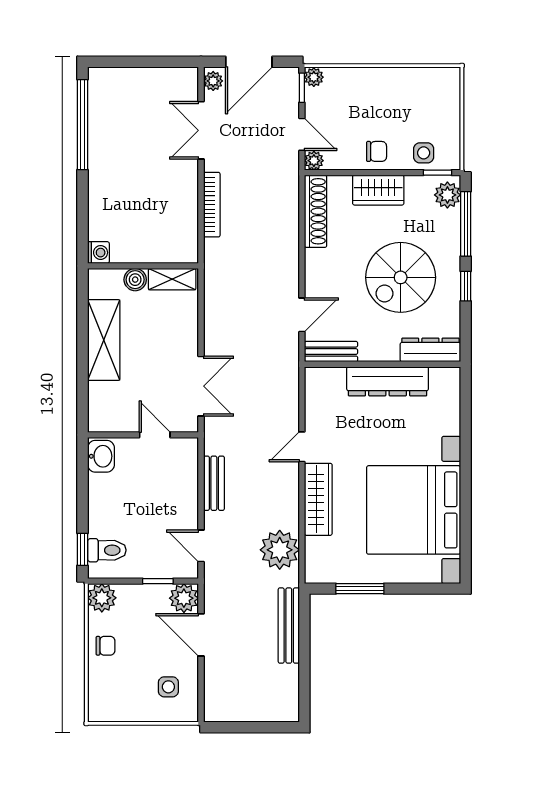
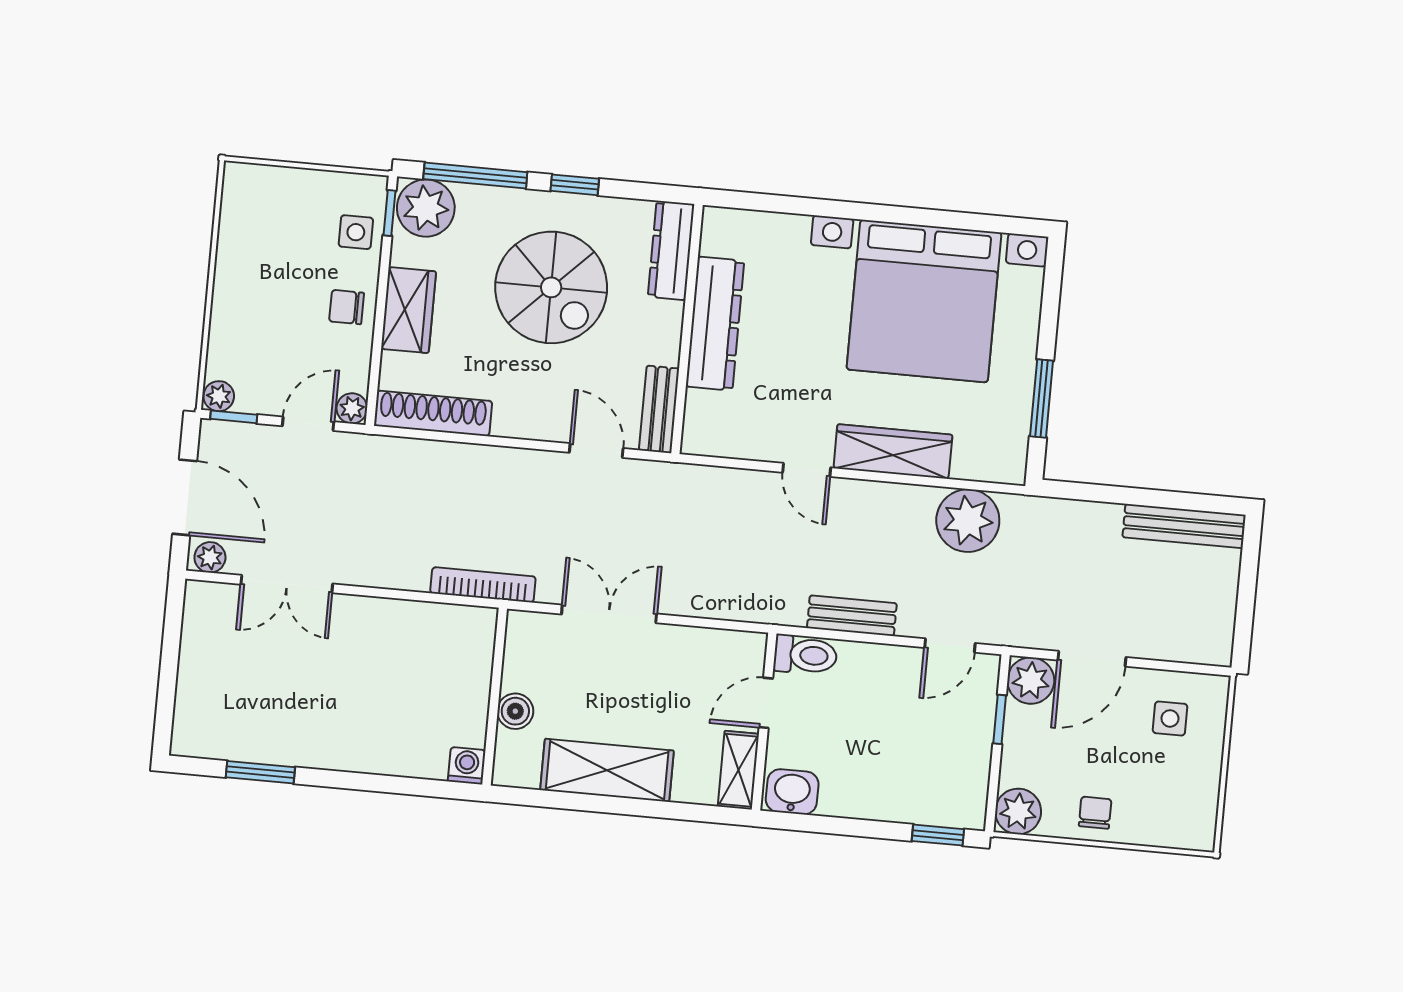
window: (83, 125) -> (260, 772), width x0.47
chair: (377, 151) -> (347, 307), turned -90
plant: (447, 195) -> (426, 208), width x1.36, depth x1.36
bookcase: (212, 205) -> (483, 585), moved
shelving: (172, 279) -> (738, 770), moved
double door: (201, 386) -> (609, 614), moved
toilet: (107, 550) -> (805, 655), moved, turned 90
bench: (289, 626) -> (1184, 526), moved

